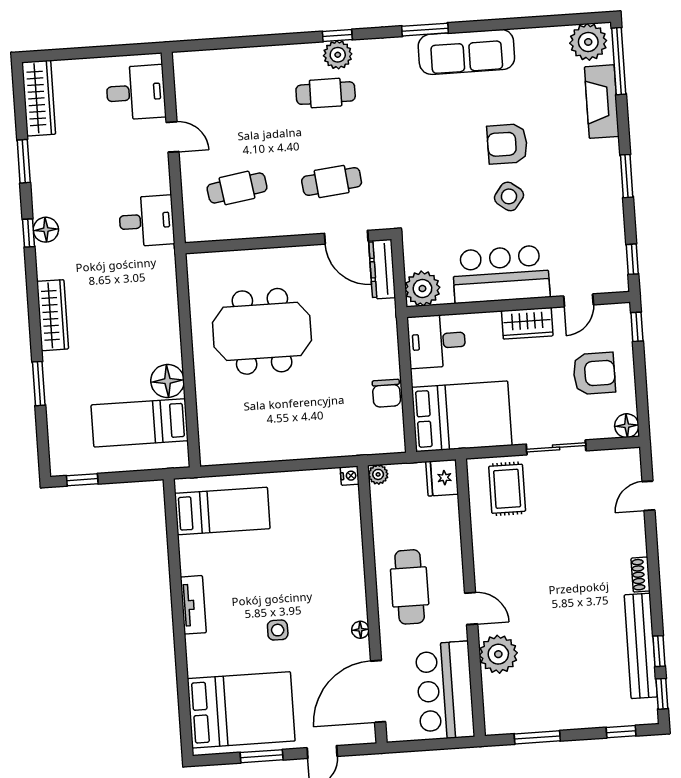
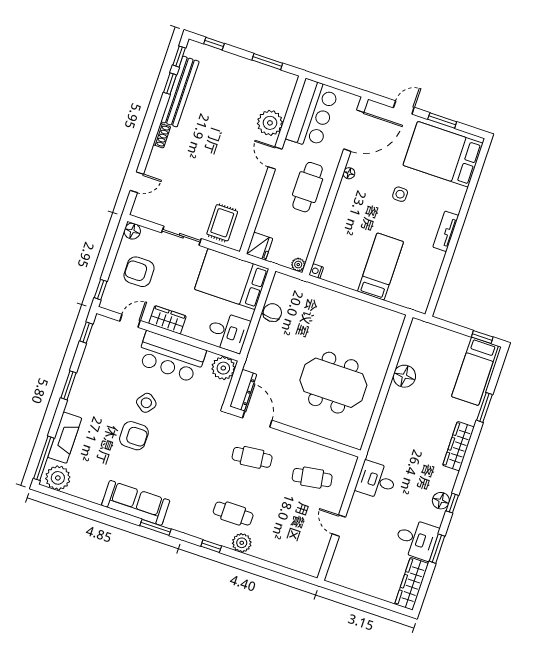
plant: (338, 55) -> (242, 543), moved
desk: (136, 93) -> (417, 539), moved, turned 180
bed: (140, 423) -> (475, 371), moved, turned 90
bed: (222, 511) -> (381, 267), moved, turned 90

